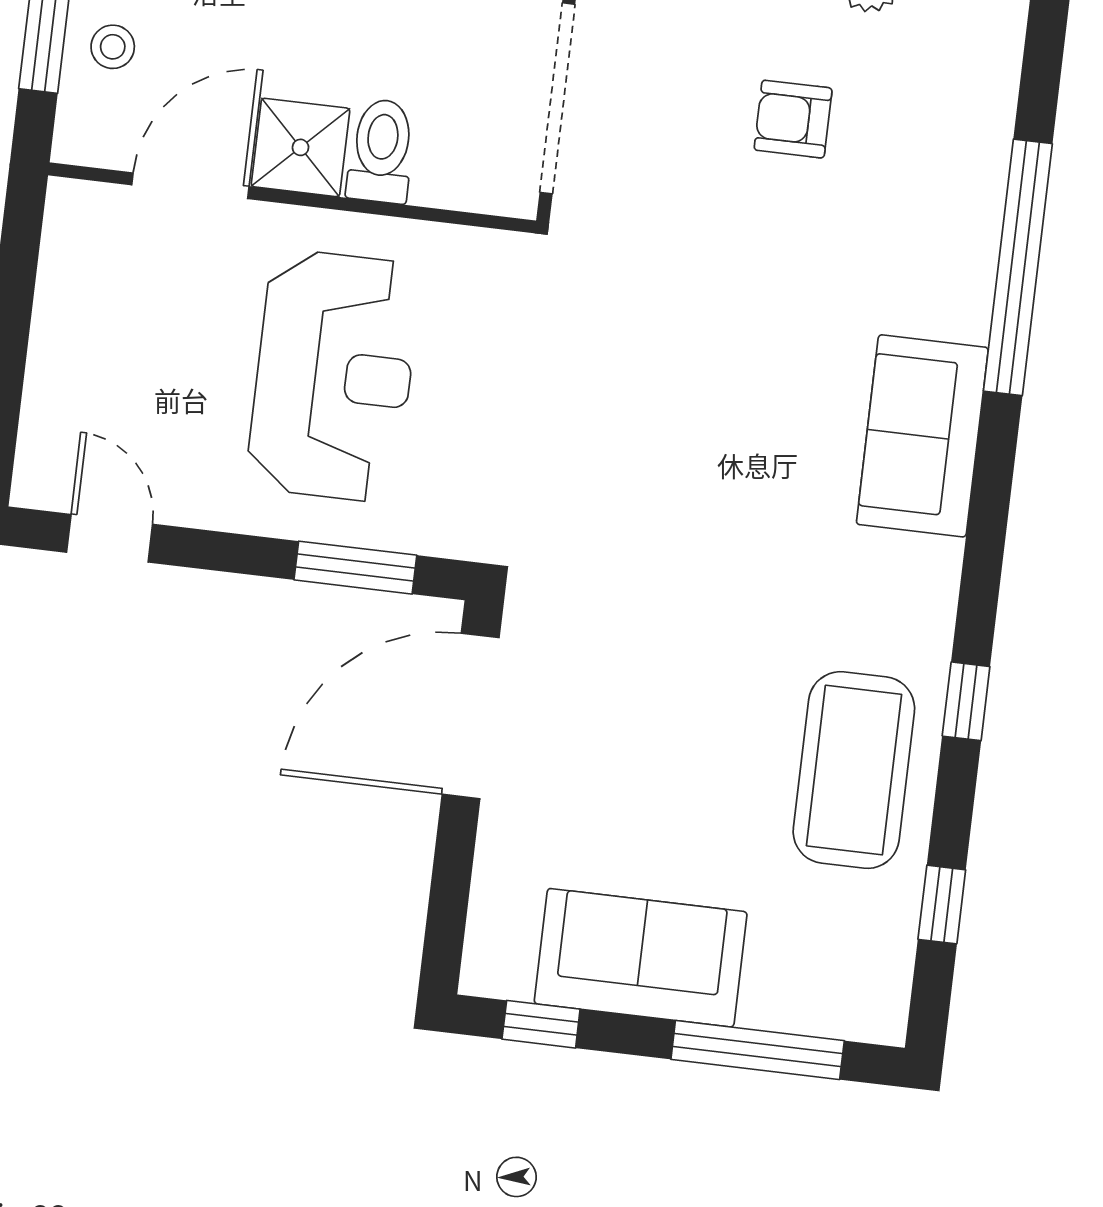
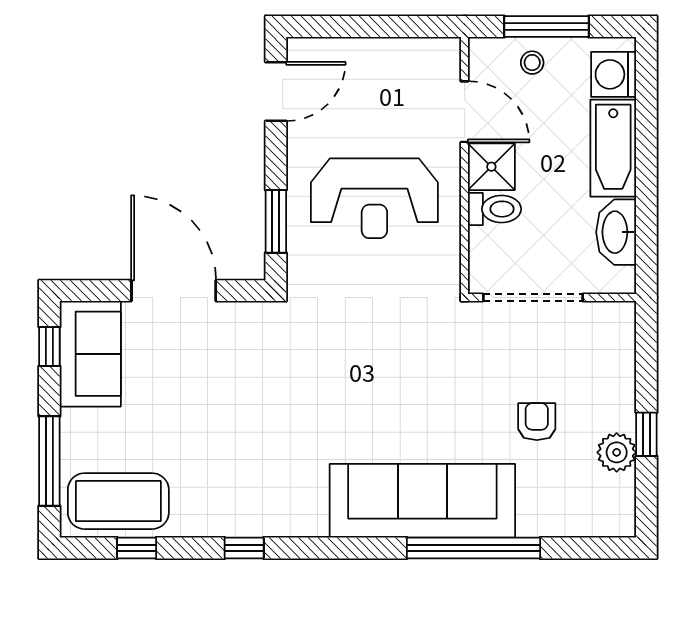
sofa: (922, 436) -> (422, 501), width x1.85, depth x1.27
door: (110, 538) -> (276, 91), width x1.38
door: (471, 716) -> (174, 291), moved
coffee table: (854, 770) -> (118, 501), moved
sofa: (641, 958) -> (90, 354), moved

